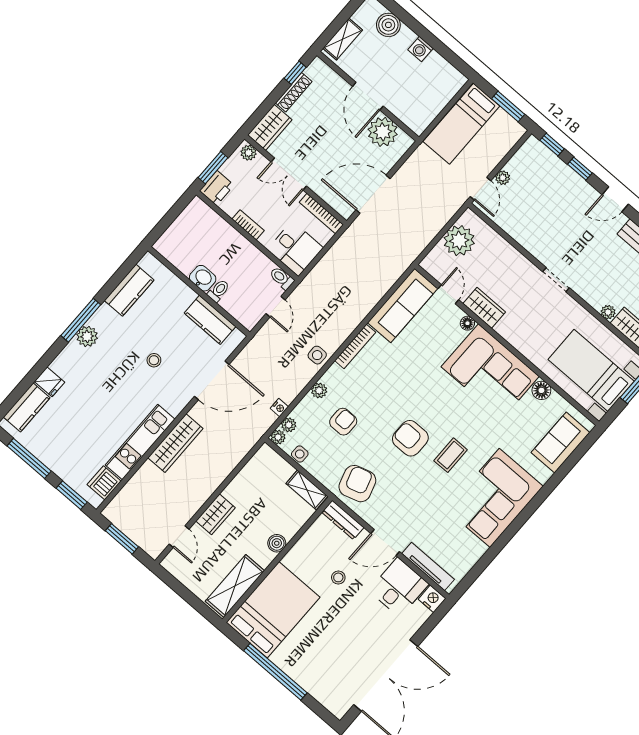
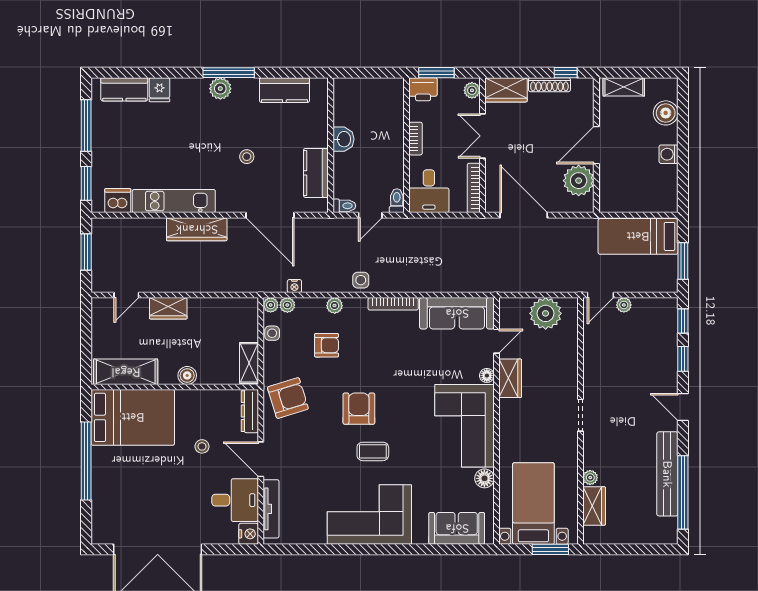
toilet: (219, 291) -> (344, 206), moved

